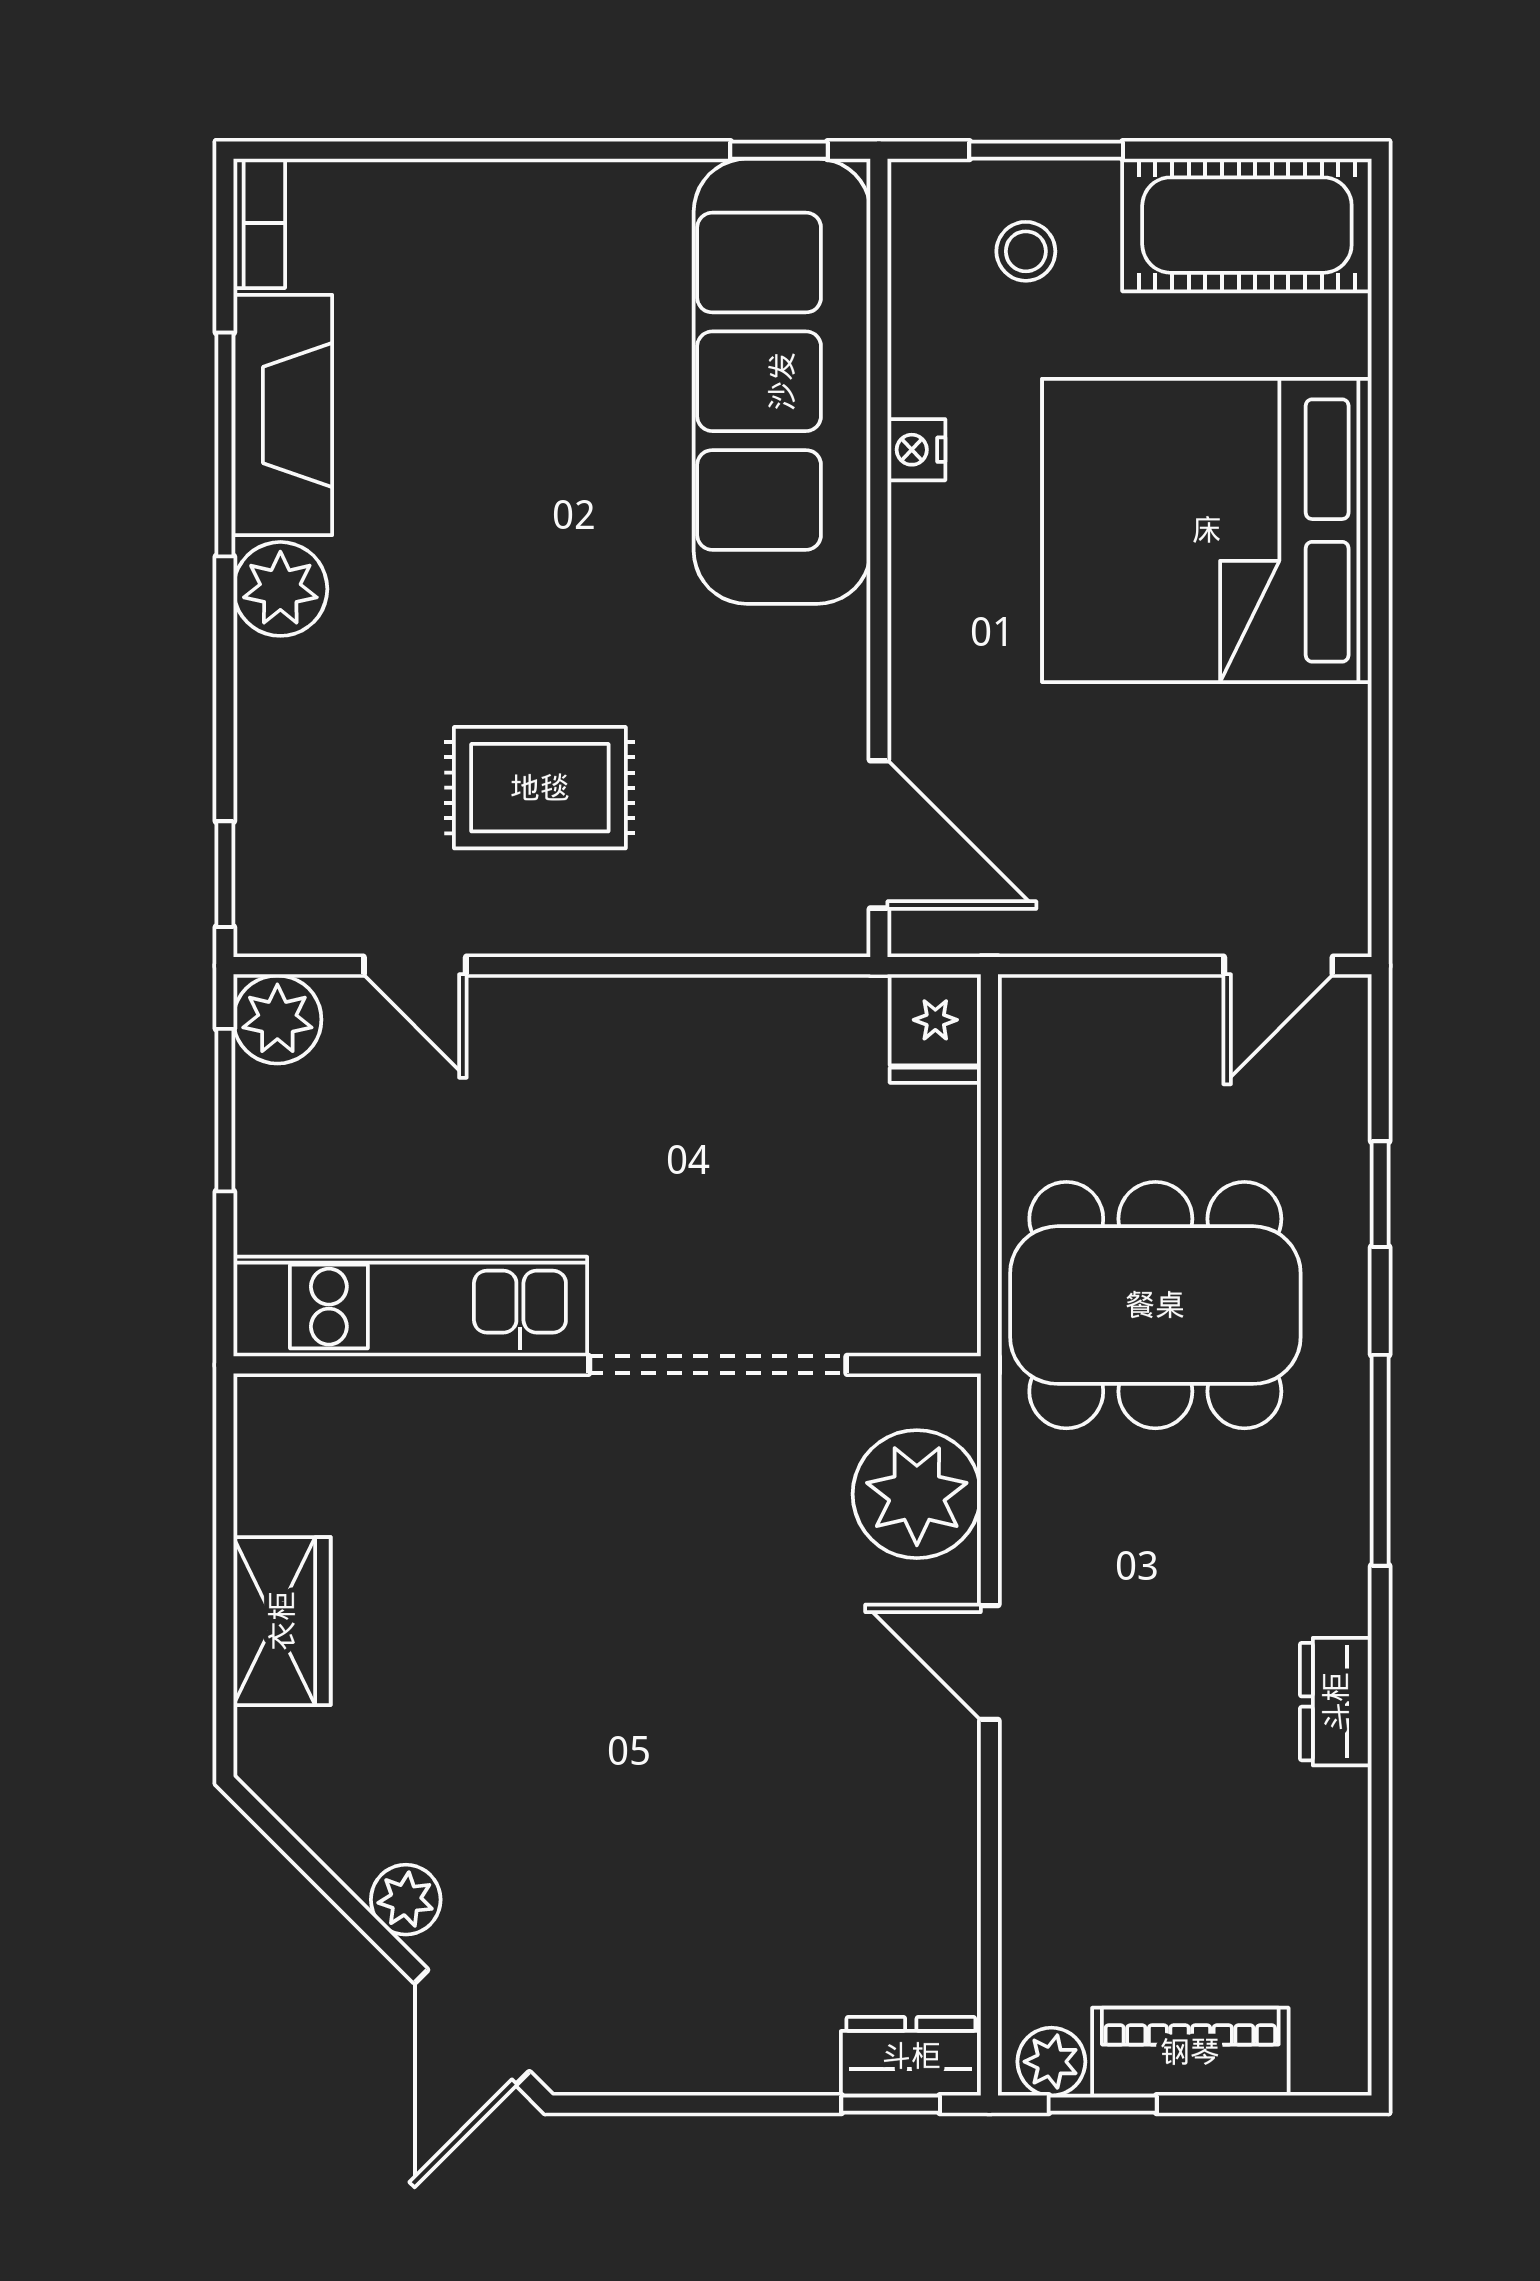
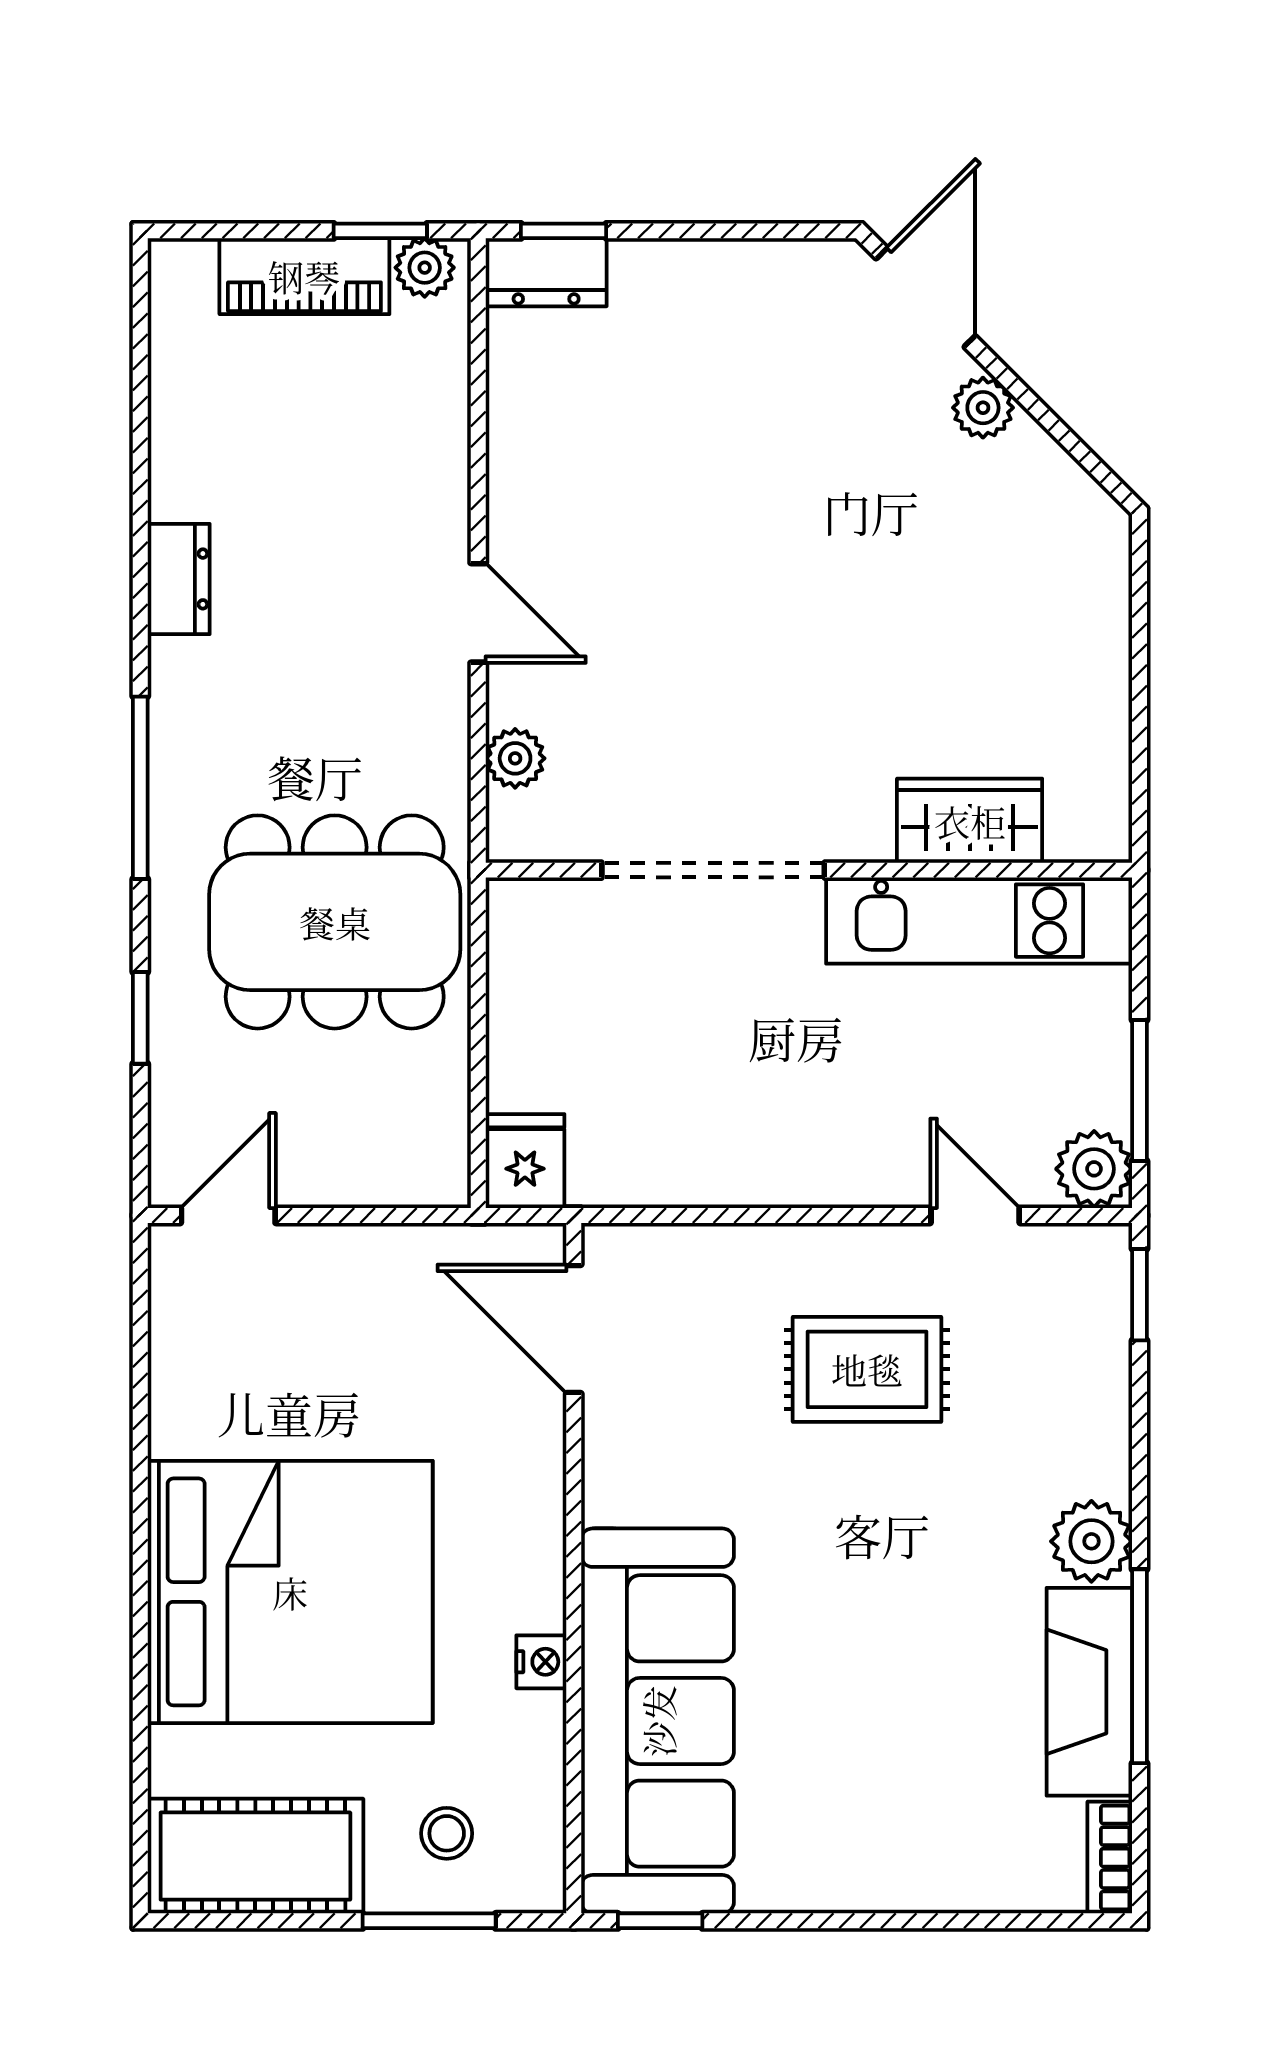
plant: (917, 1494) -> (515, 758), width x0.53, depth x0.53
wardrobe: (282, 1621) -> (970, 821), moved, turned 90

